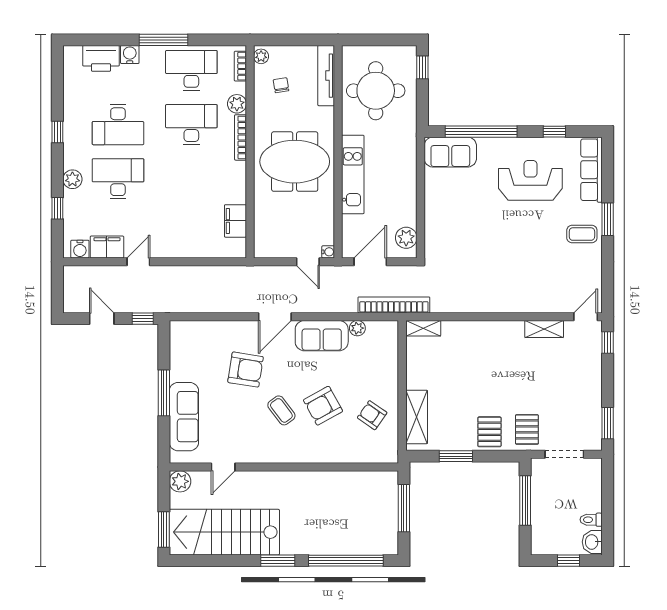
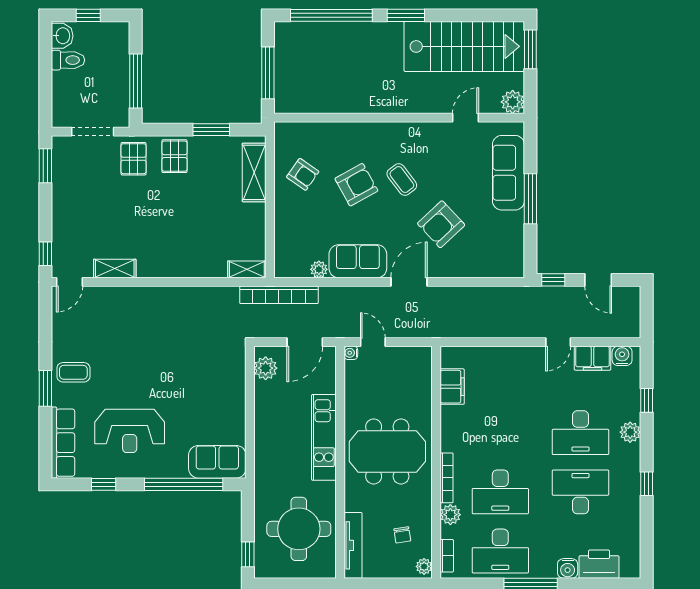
armchair: (246, 370) -> (441, 224), turned -52
toilet: (591, 520) -> (68, 60), width x1.37, depth x1.39

